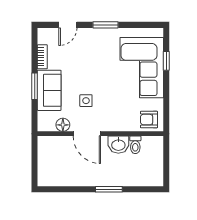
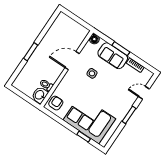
door: (68, 25) -> (144, 93), hinge flipped
floor lamp: (63, 125) -> (94, 39), moved
washbasin: (118, 145) -> (40, 95), moved

